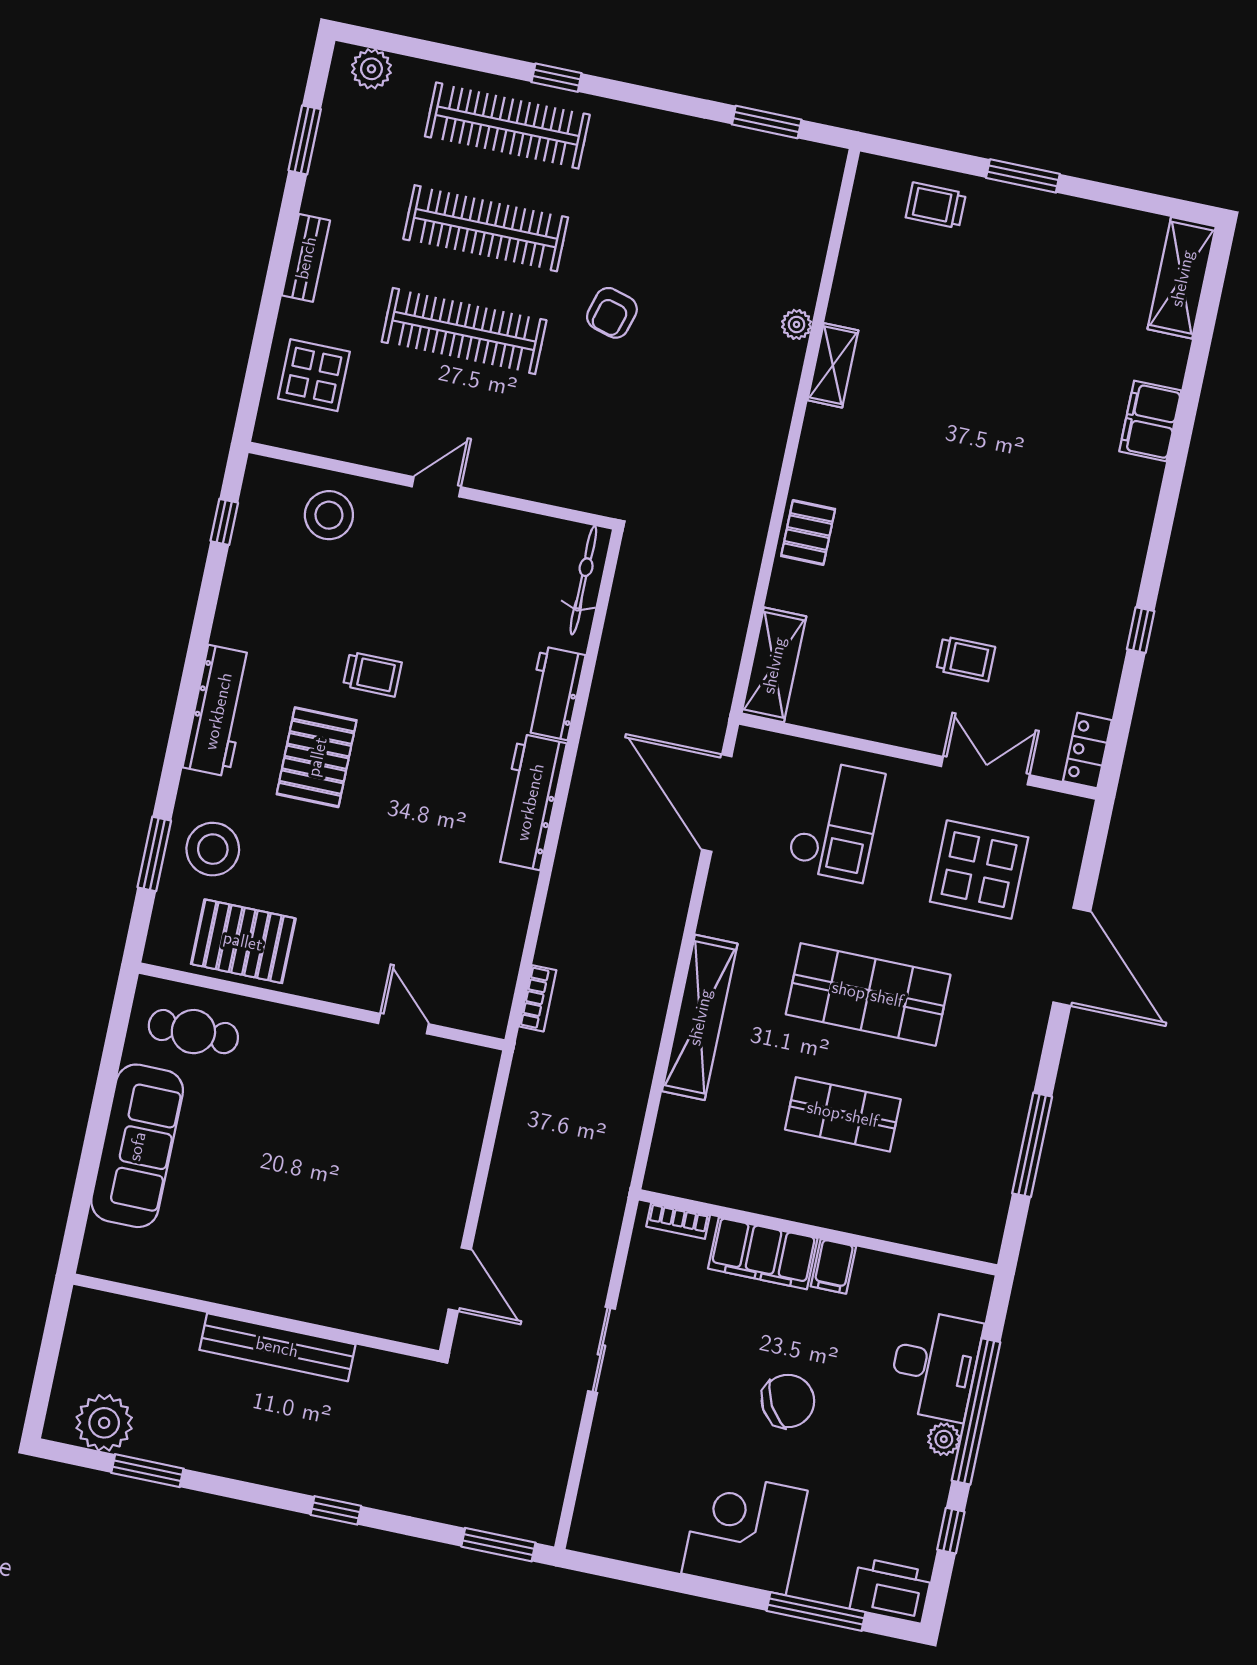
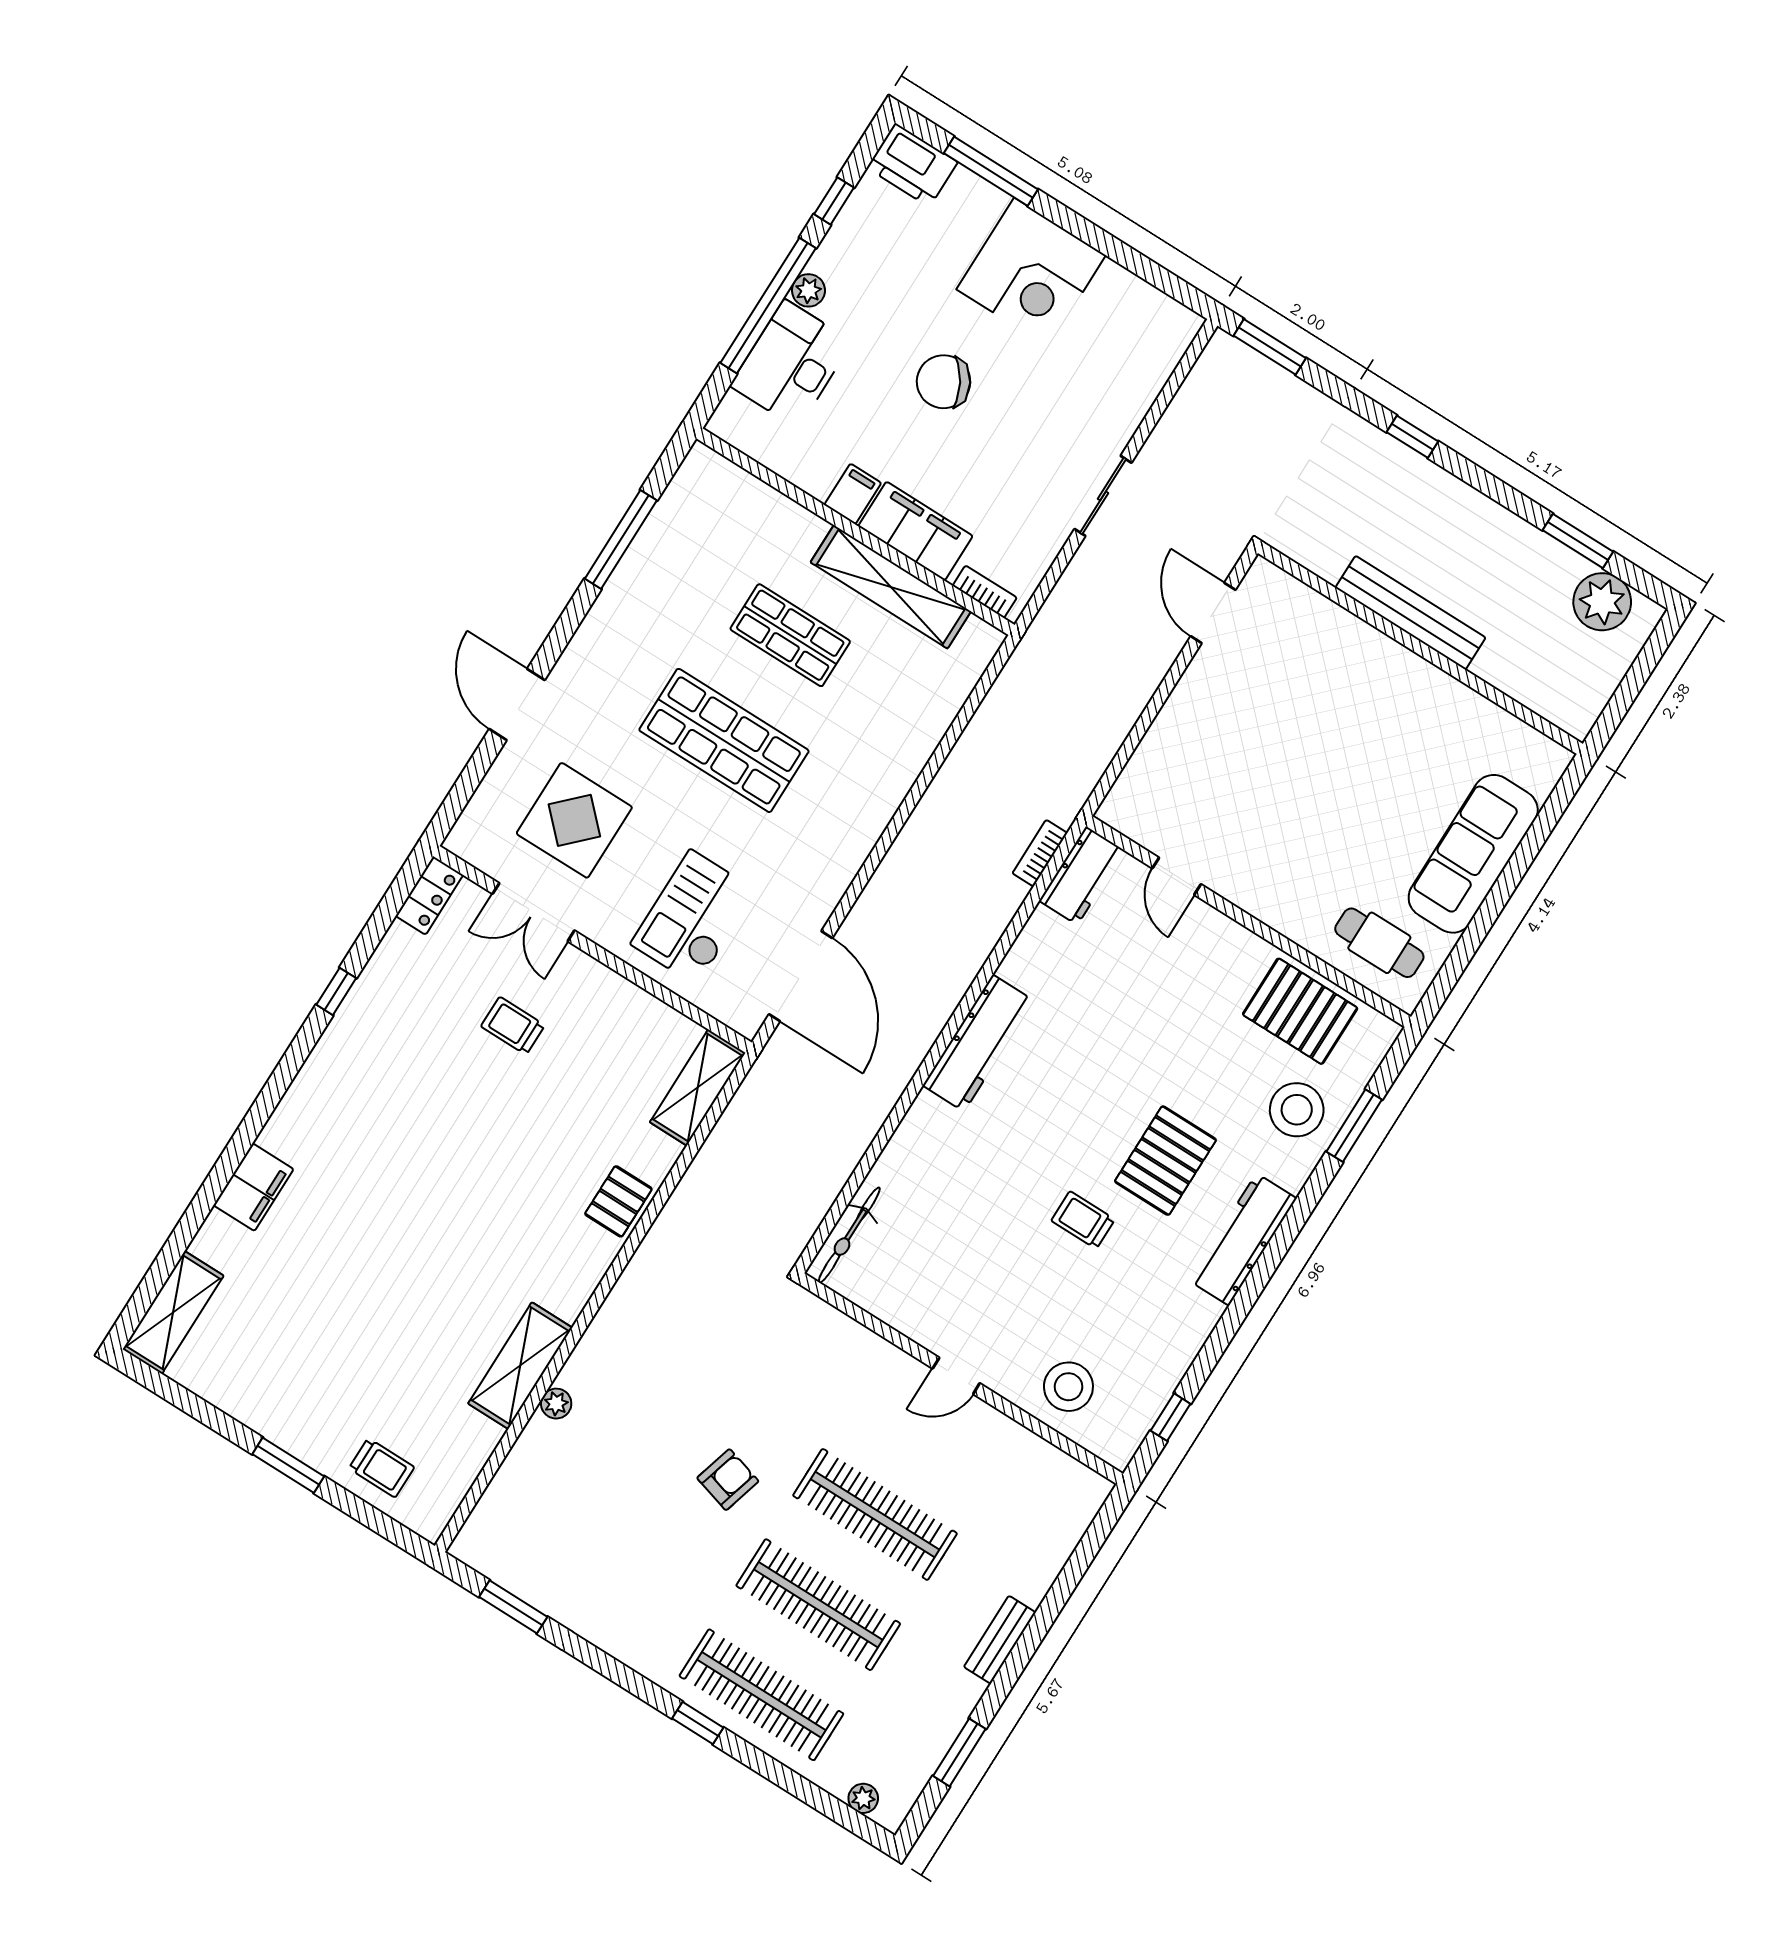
plant: (371, 69) -> (863, 1798), width x0.73, depth x0.73
shelving: (833, 365) -> (520, 1366), width x1.50, depth x1.33
display table: (314, 375) -> (1033, 1525), removed
workbench: (554, 693) -> (1082, 876), moved
door: (1072, 957) -> (517, 705), width x0.73
shelving: (700, 1017) -> (891, 587), moved, turned 90

